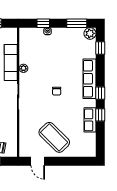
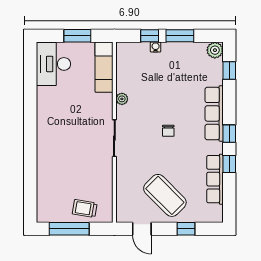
window: (77, 23) -> (180, 36), moved
exam couch: (11, 62) -> (104, 67), moved
row of seats: (90, 120) -> (215, 179), width x1.48
window: (69, 161) -> (186, 229), added

